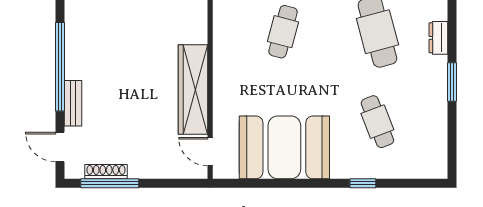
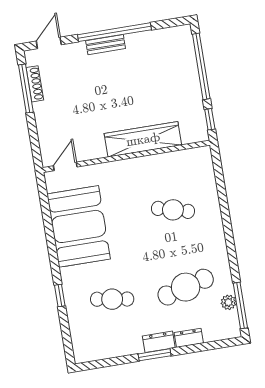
dresser: (437, 74) -> (159, 342), added
wardrobe: (193, 90) -> (143, 139), moved
bench: (73, 103) -> (106, 45), moved
cafe table: (377, 122) -> (112, 299), turned 30

